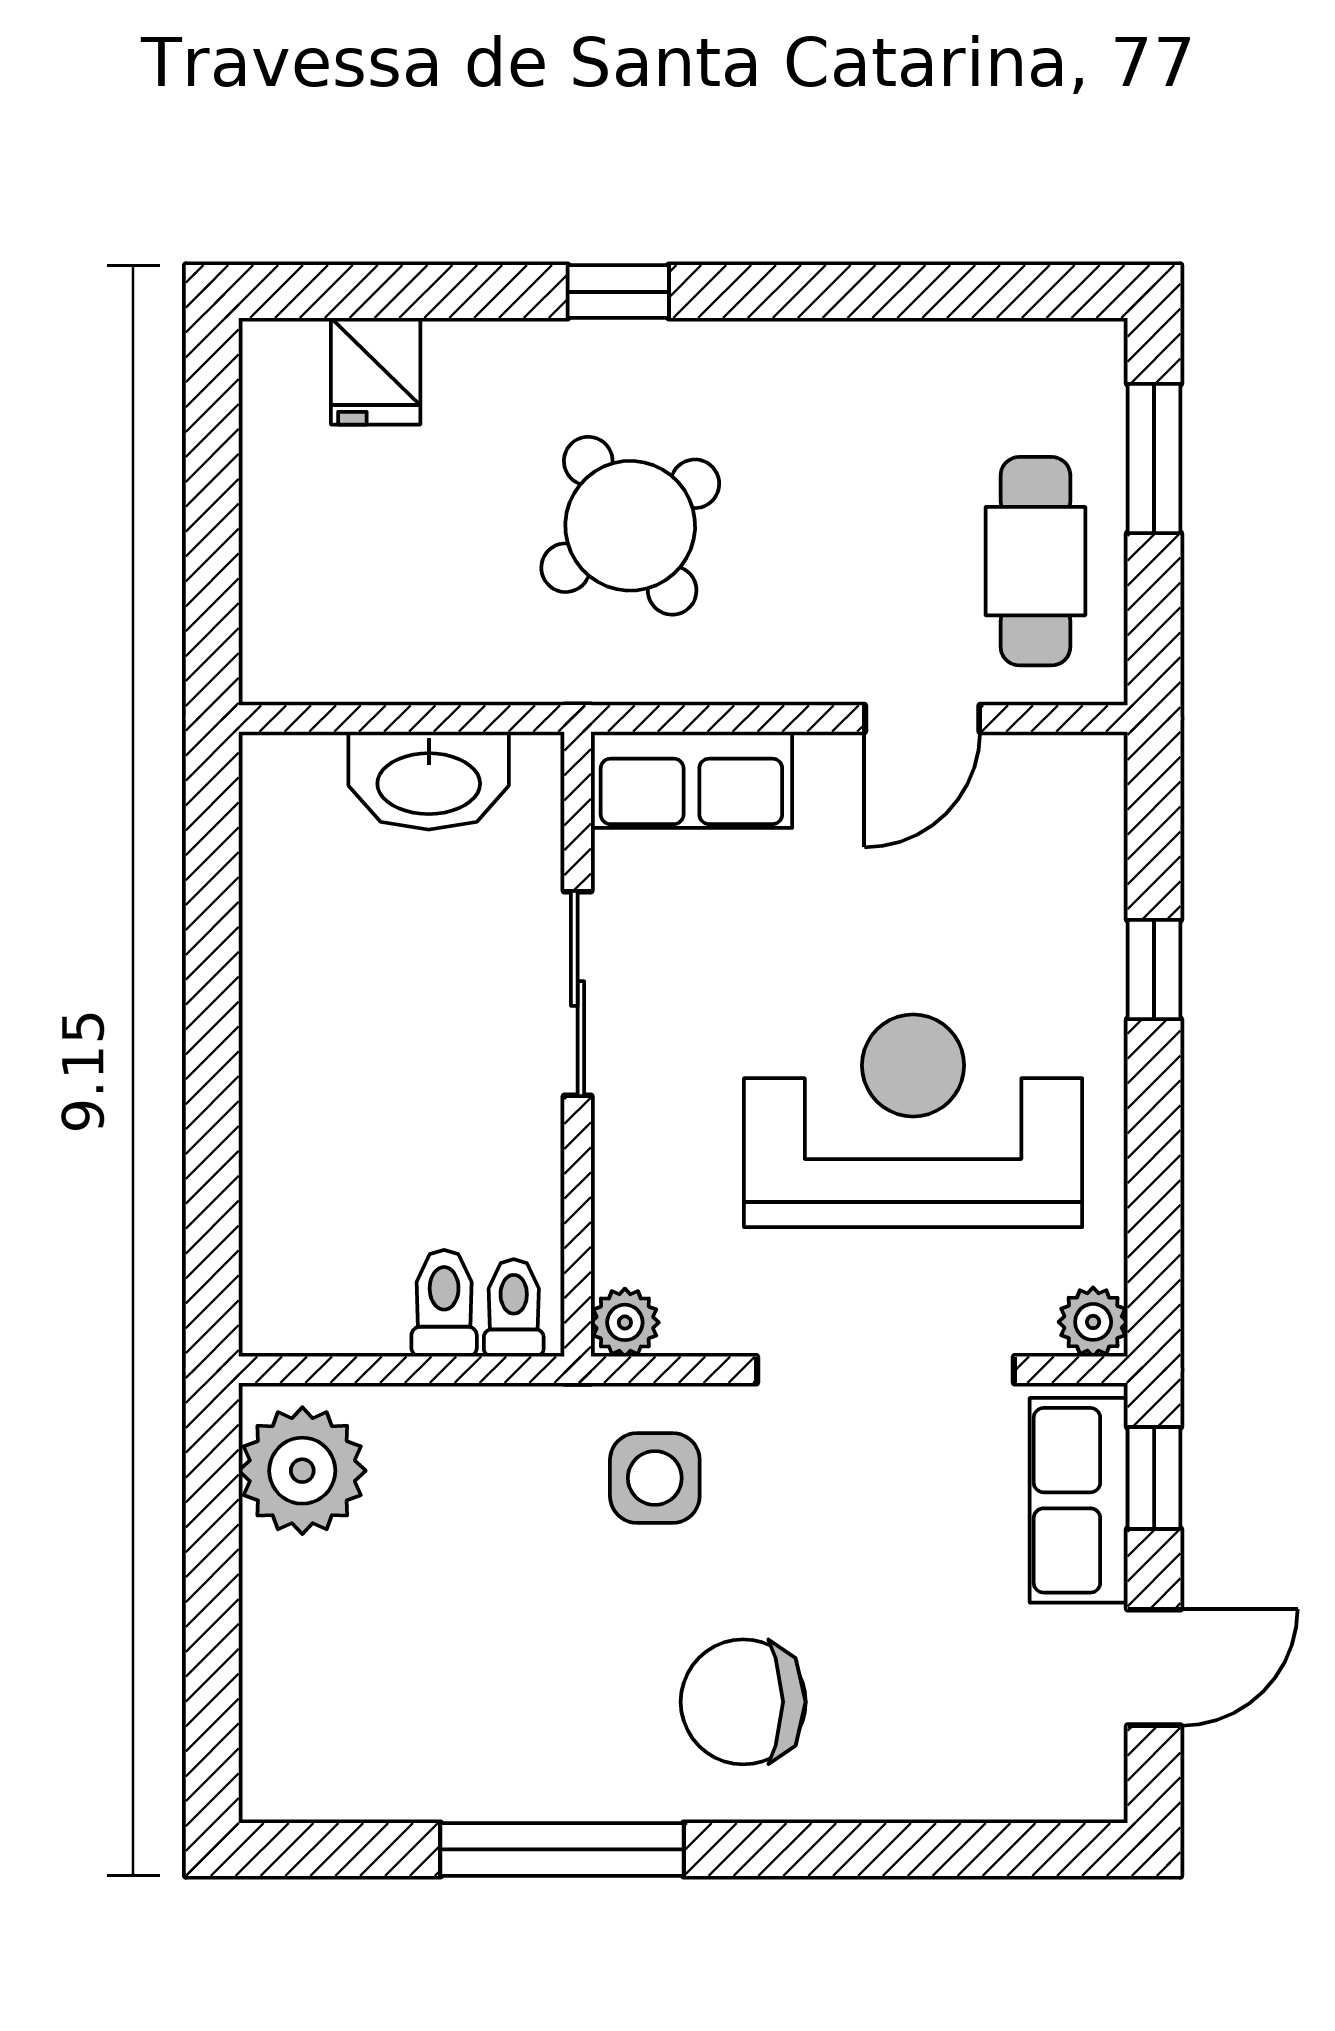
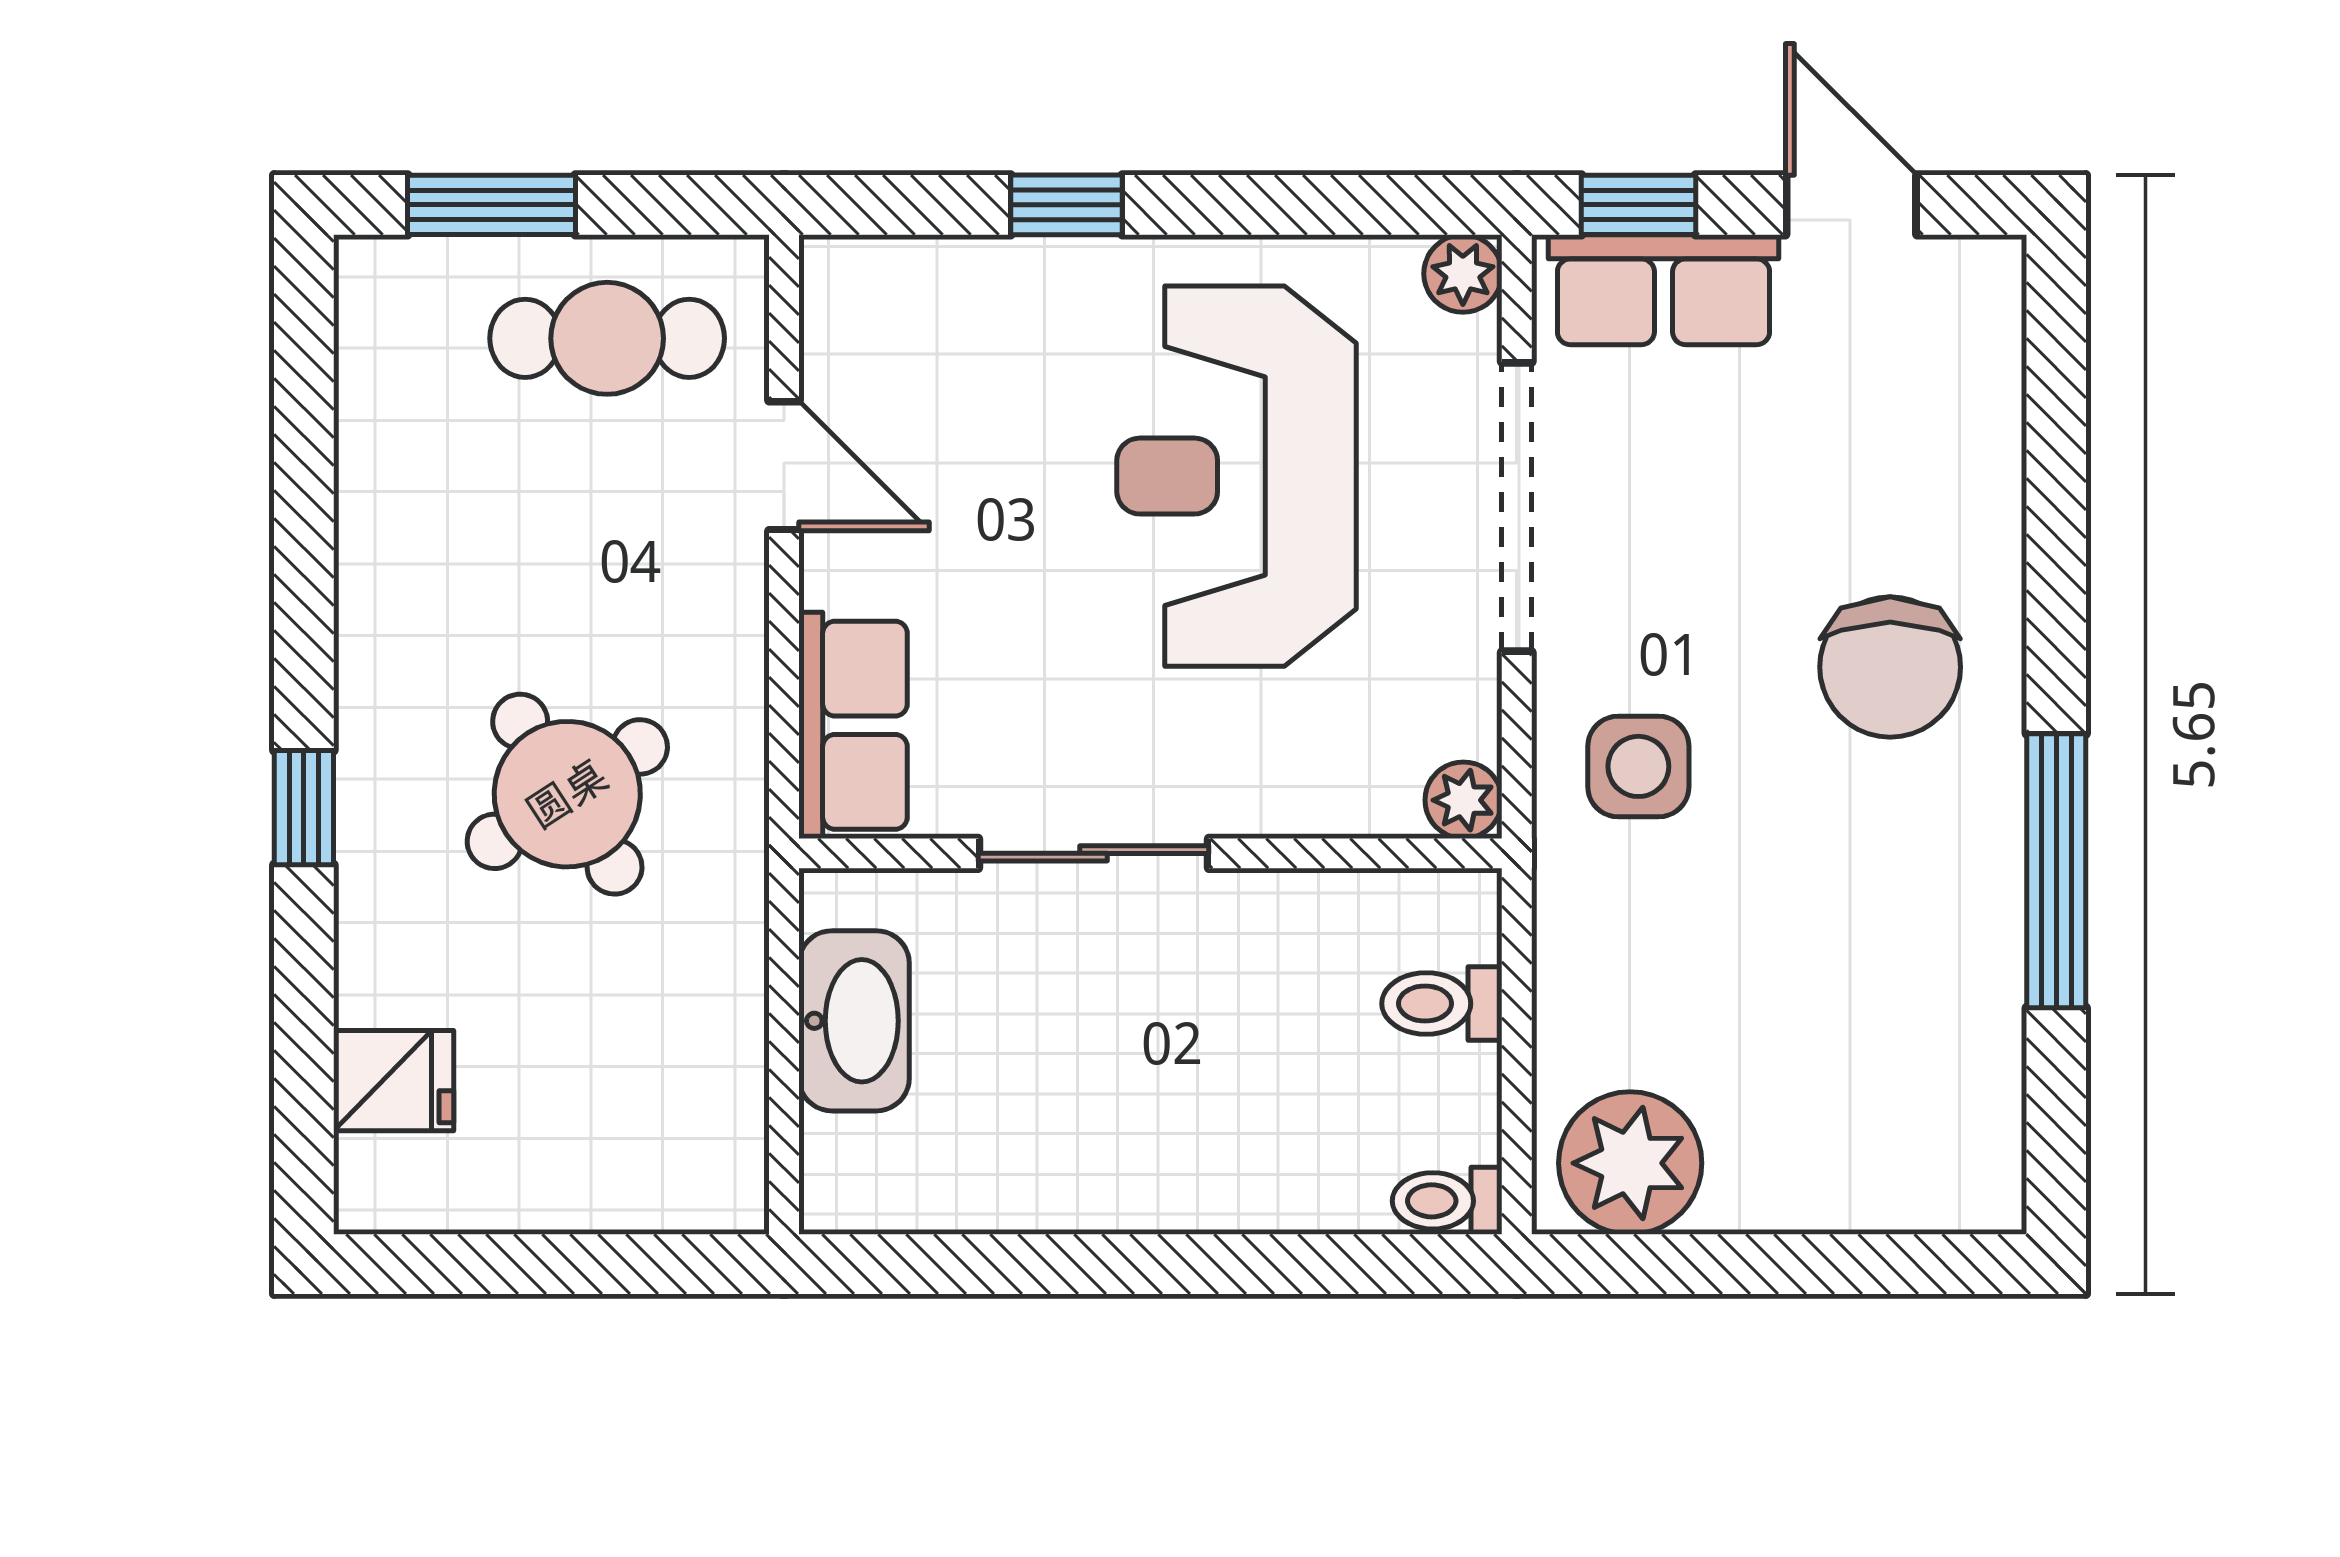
toilet: (514, 1308) -> (1447, 1201), moved

